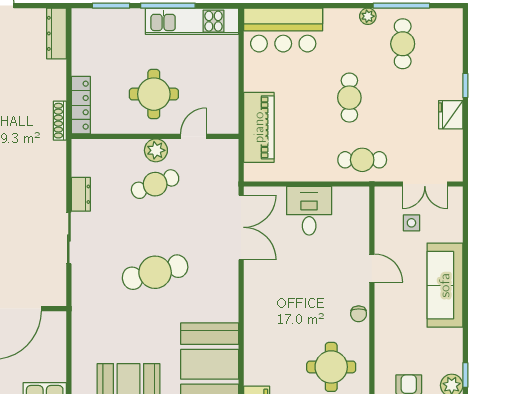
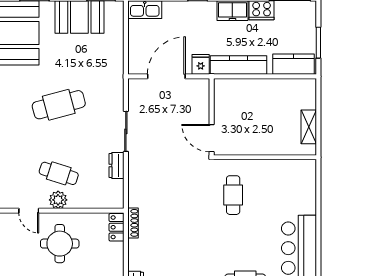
locker: (81, 105) -> (117, 227), width x0.66
door: (193, 136) -> (29, 211), hinge flipped
cafe table: (155, 184) -> (59, 173), turned 39

